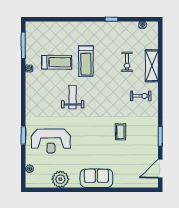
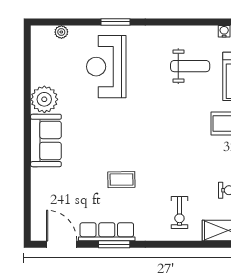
weight bench: (73, 97) -> (190, 66), moved
row of seats: (153, 141) -> (107, 232), added
plant: (60, 179) -> (44, 99), moved

